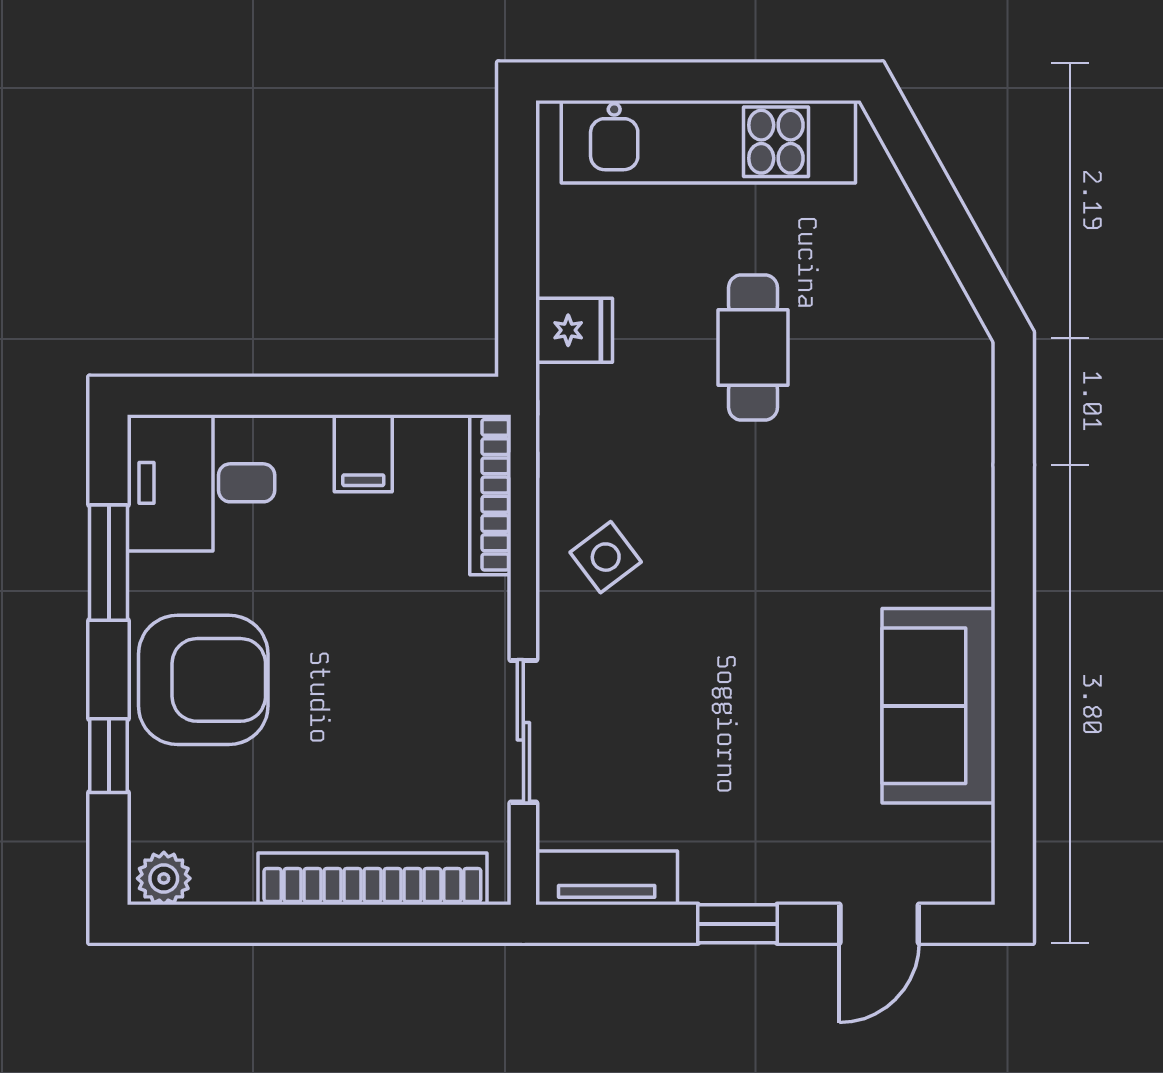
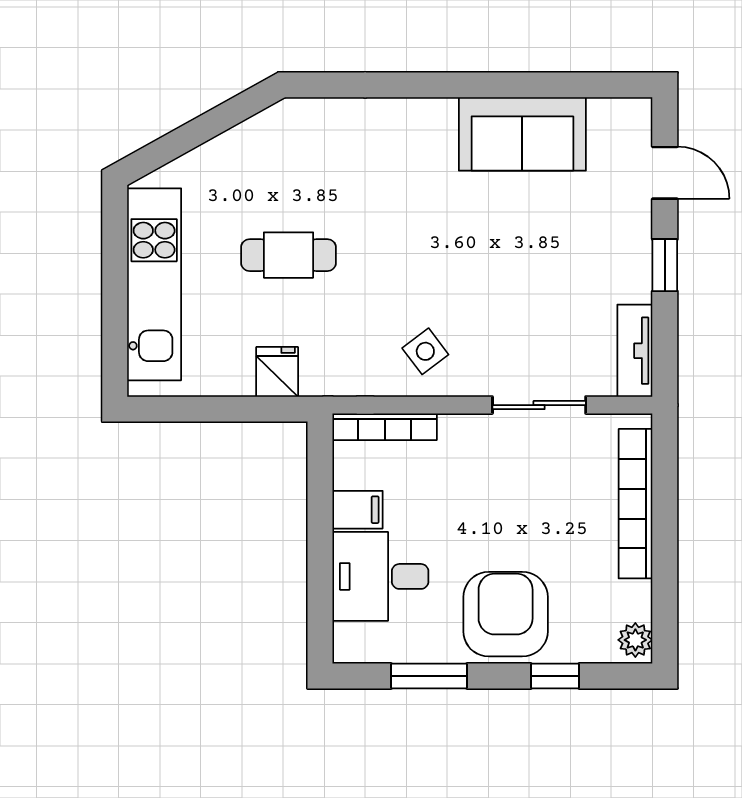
desk: (201, 483) -> (380, 576), moved, turned 90

